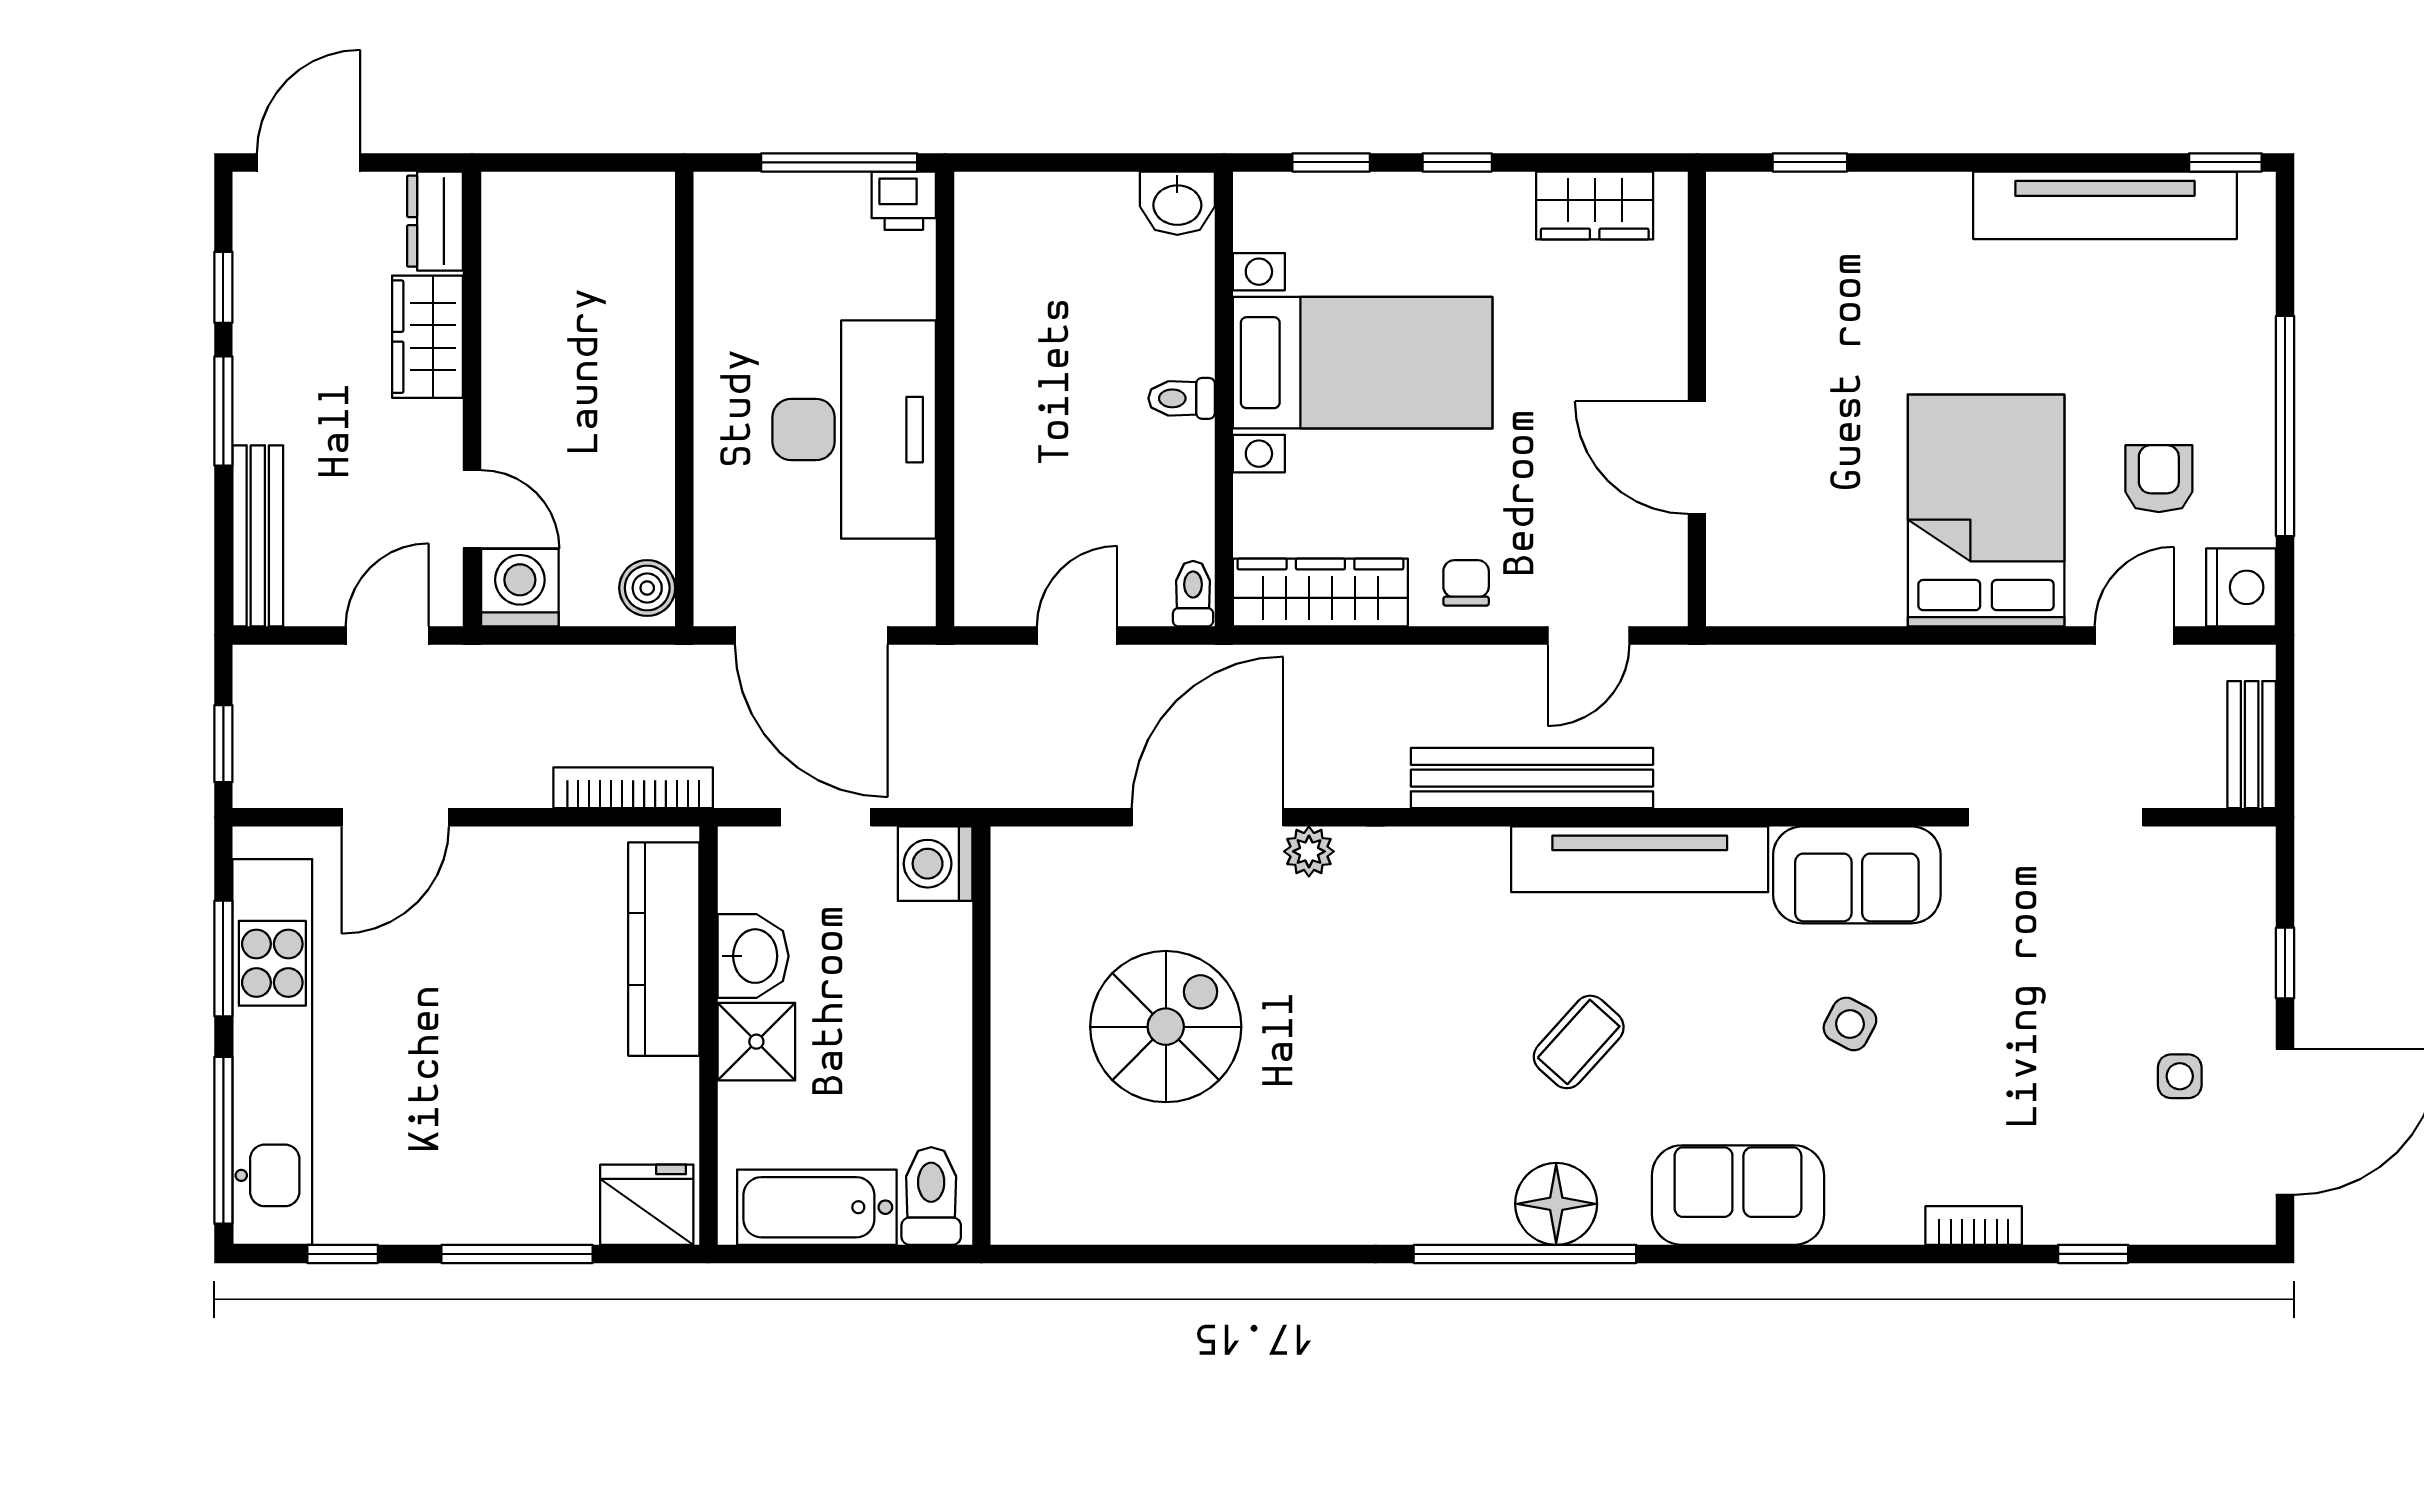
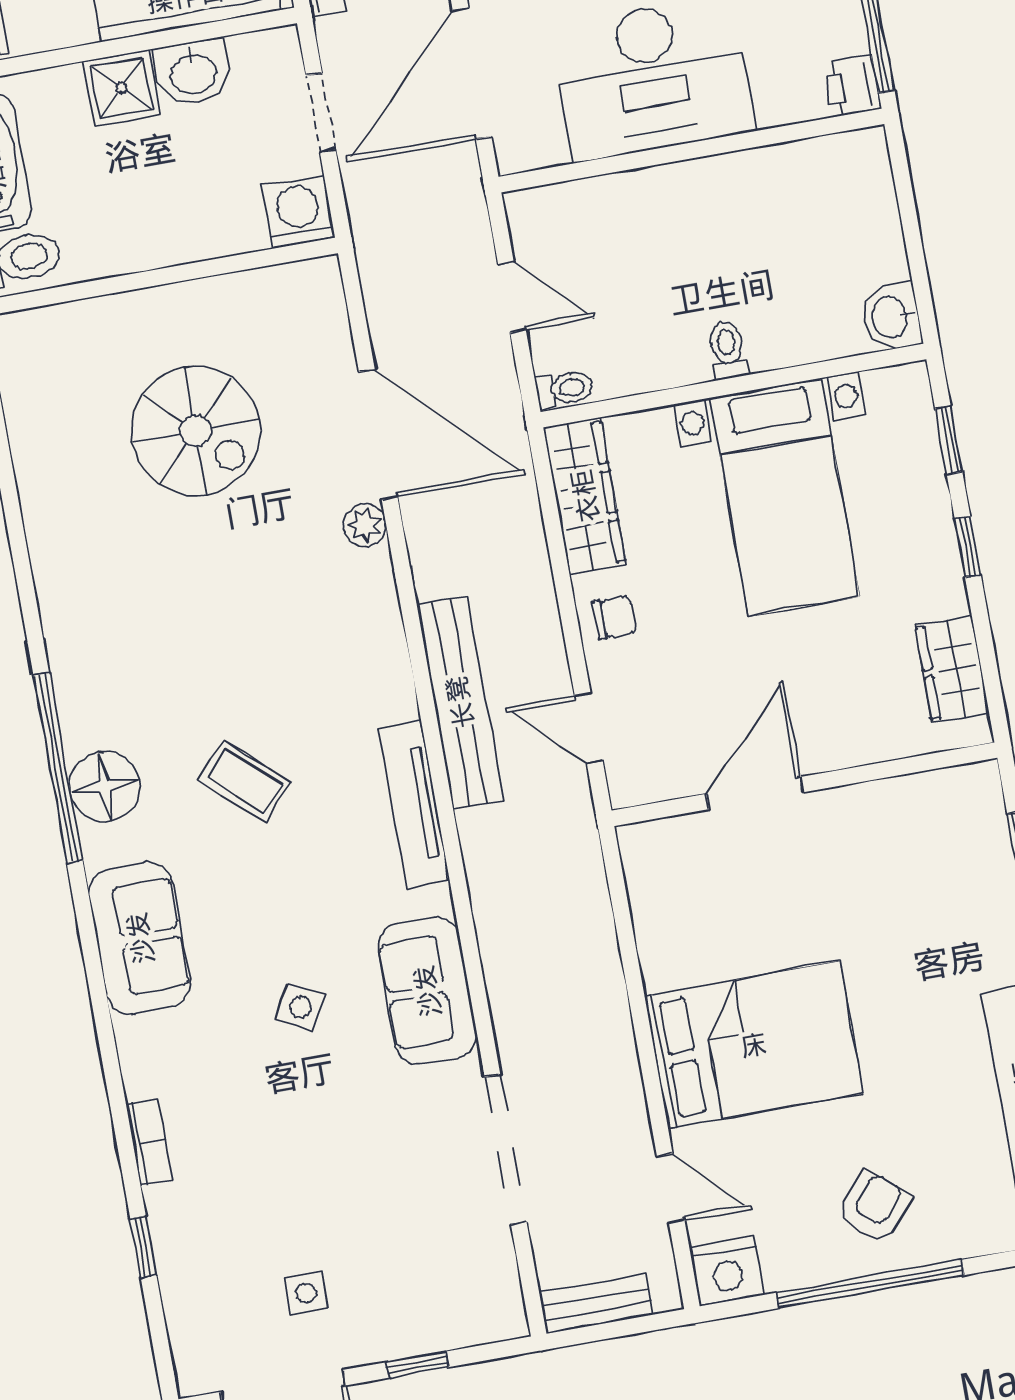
armchair: (2159, 479) -> (874, 1207), moved, turned -49
tv unit: (1640, 859) -> (414, 804), width x0.73, depth x0.78

